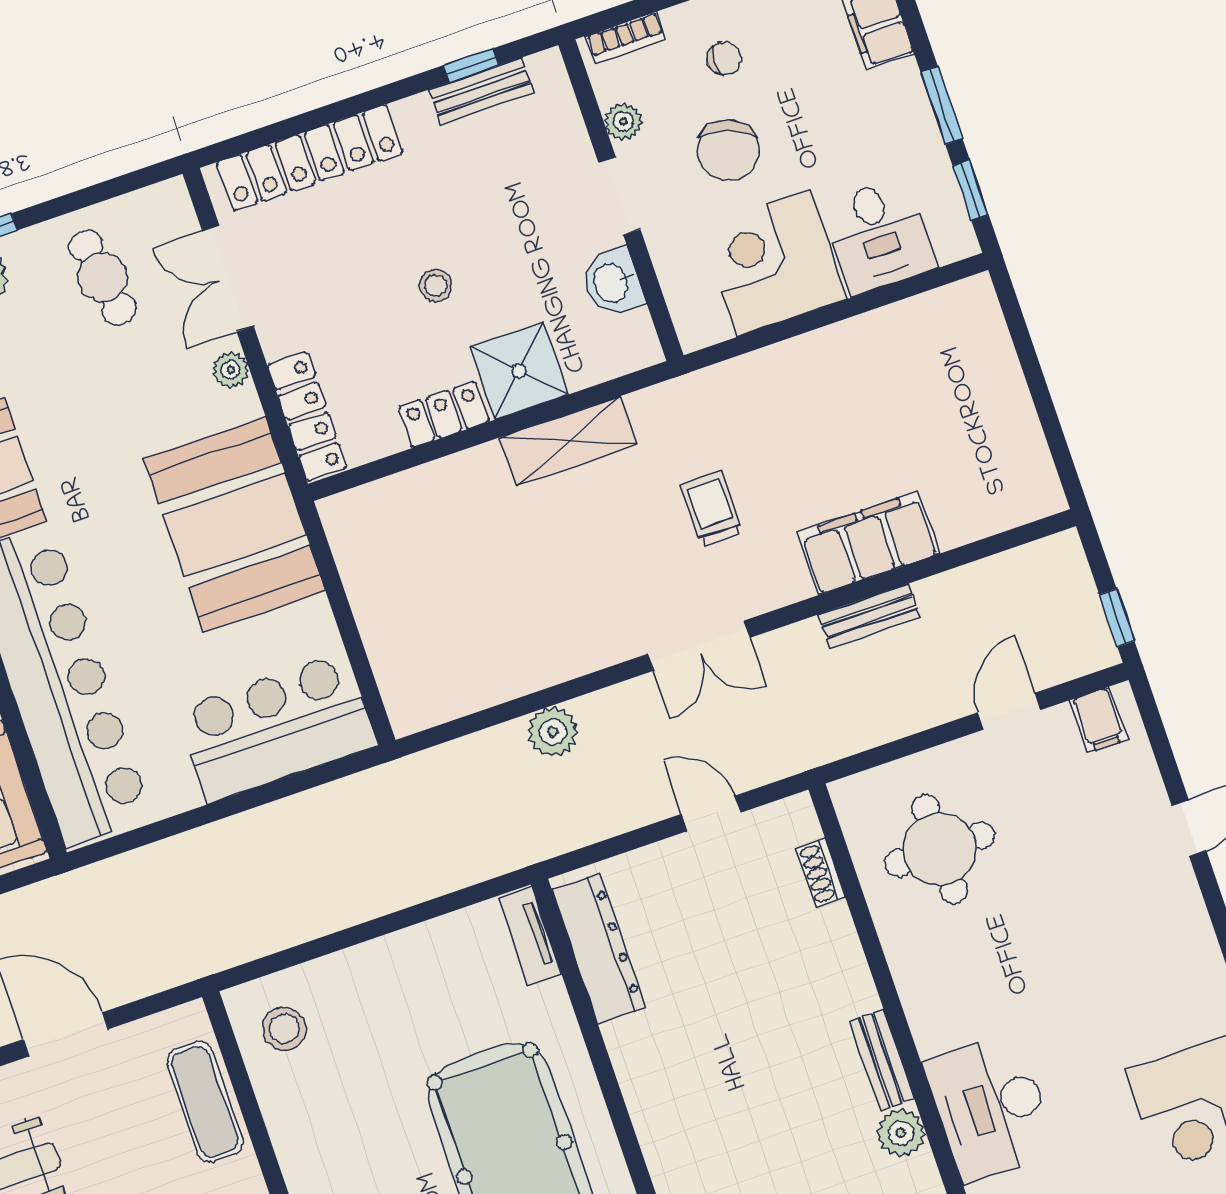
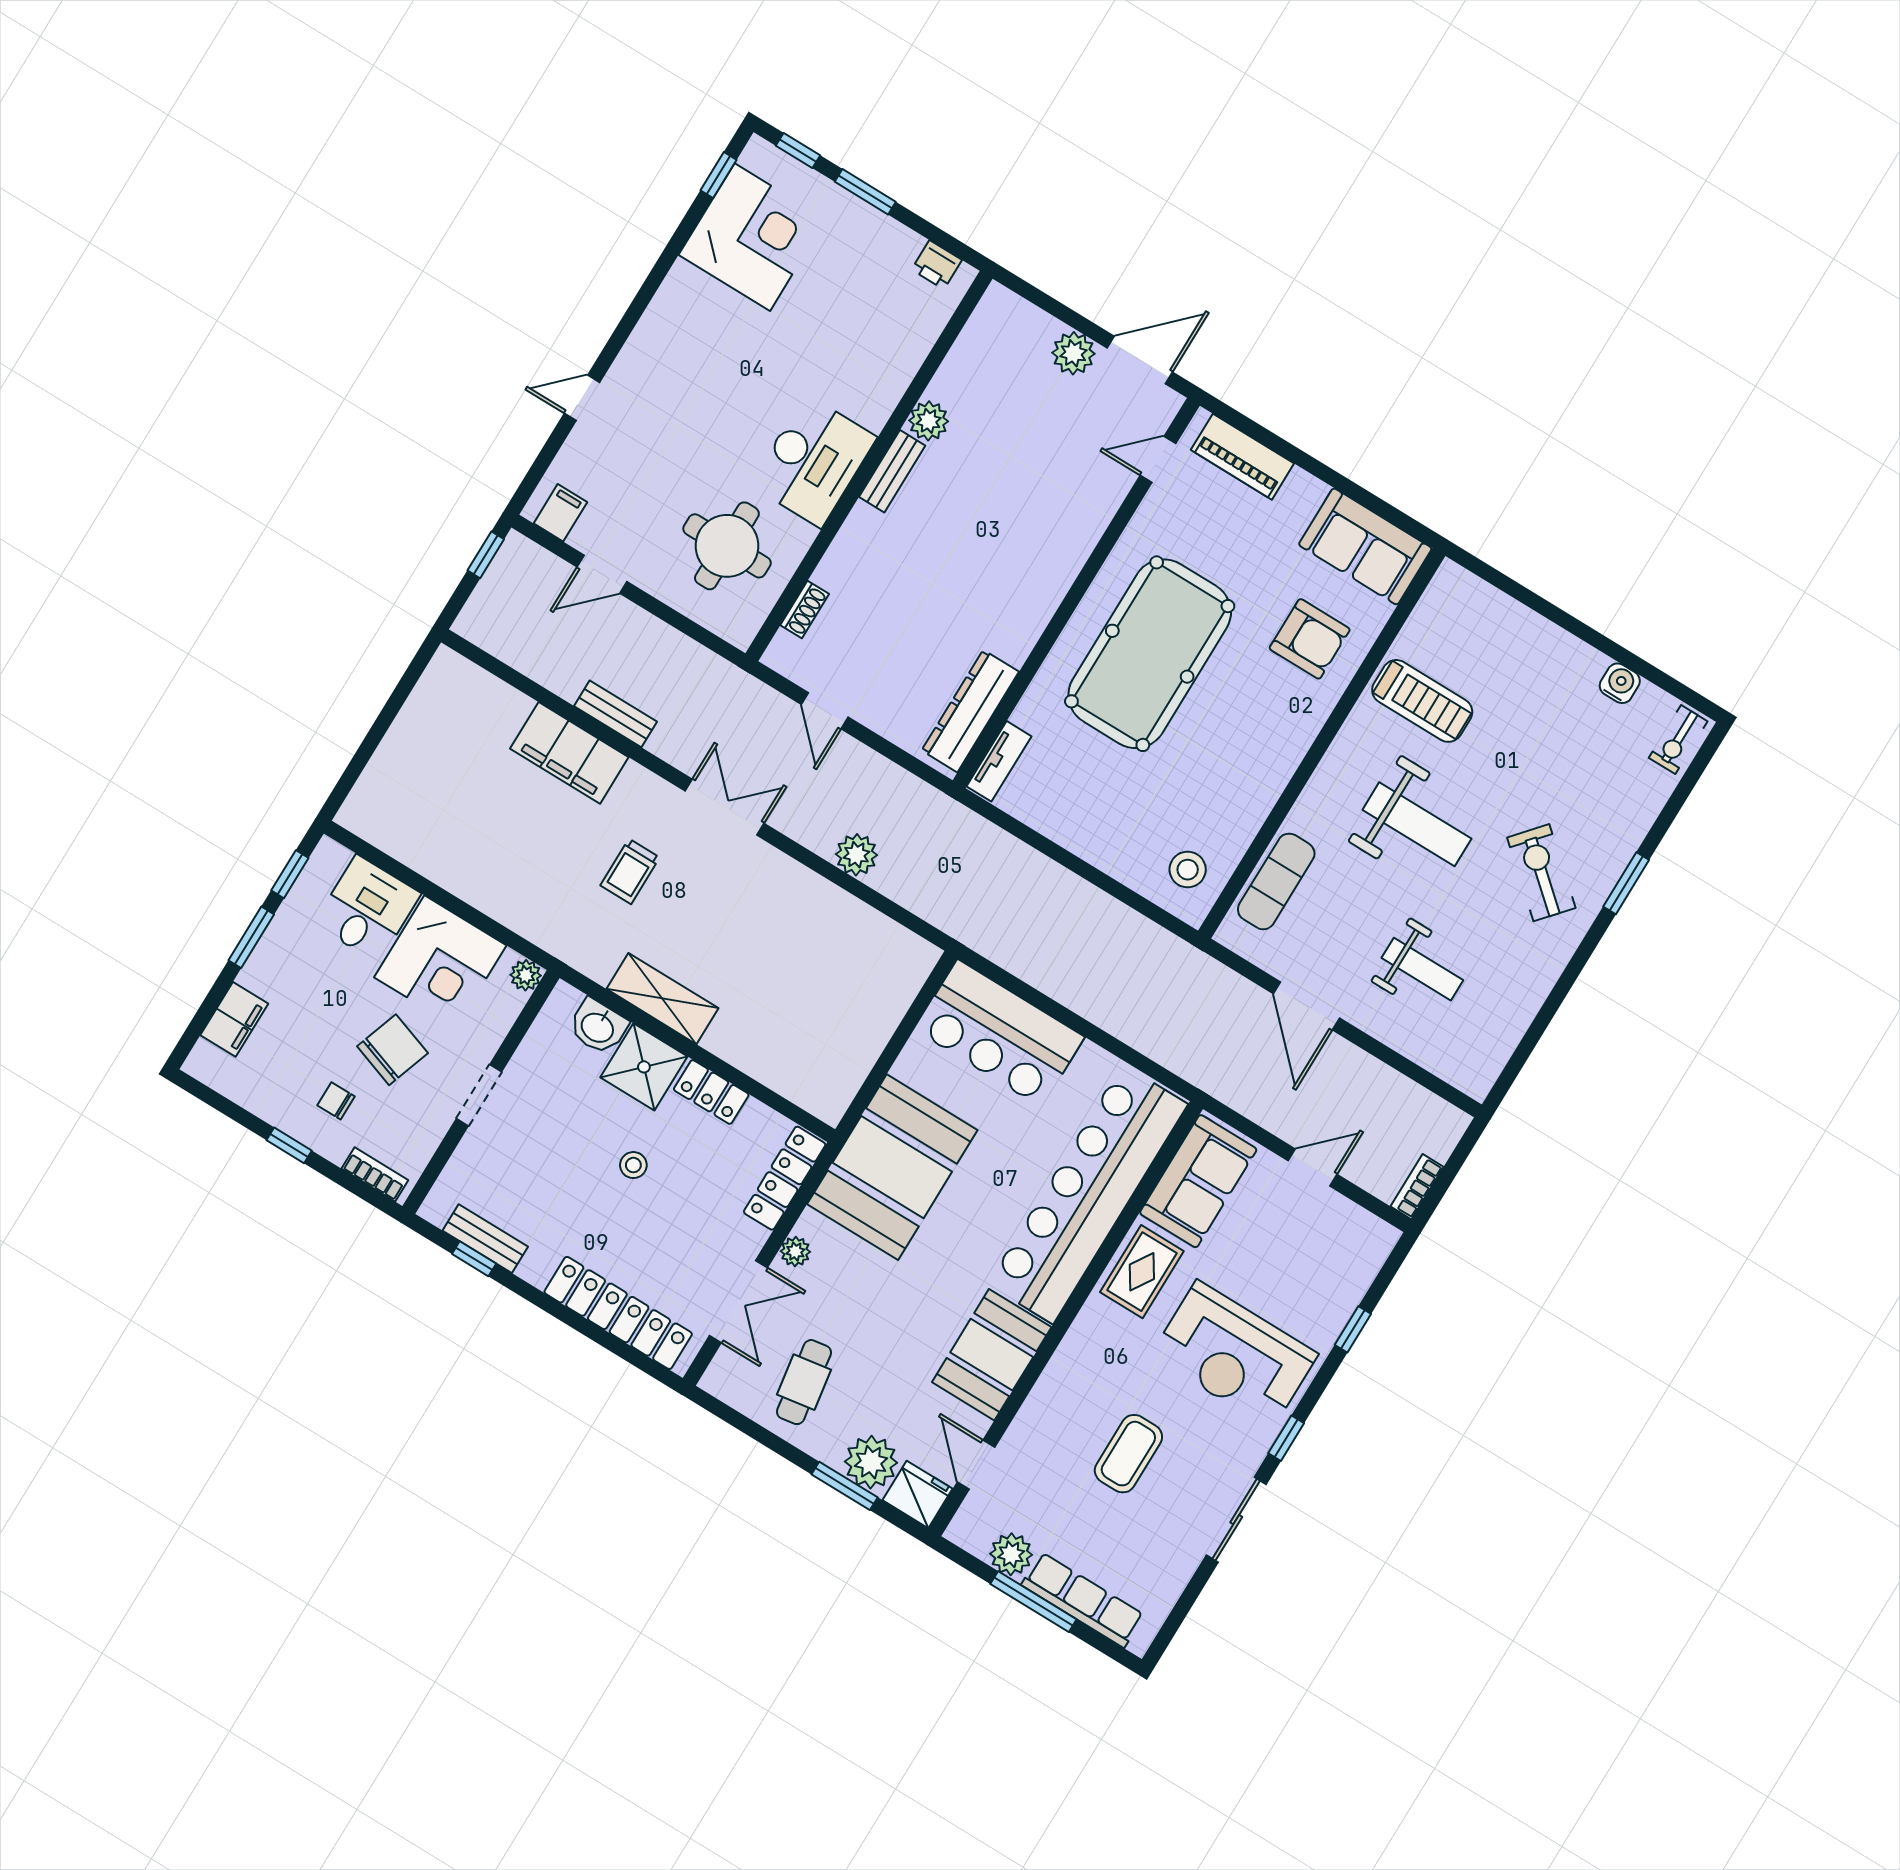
plant: (623, 122) -> (526, 975), moved
washbasin: (612, 282) -> (598, 1027), moved, turned 90
desk: (990, 1107) -> (813, 461), moved

